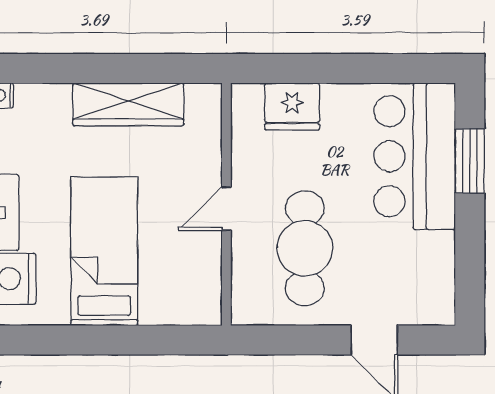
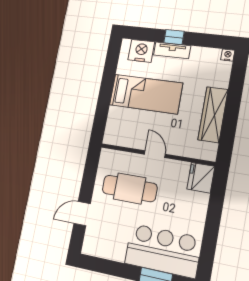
fridge: (292, 106) -> (201, 178), moved

